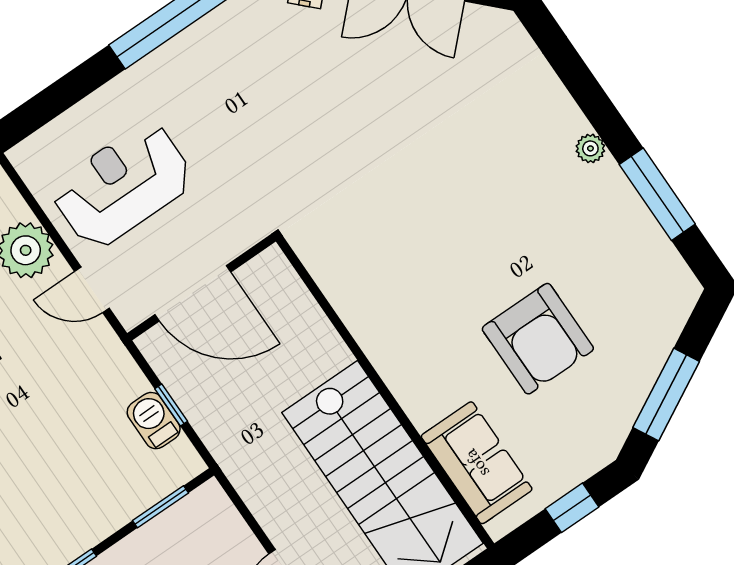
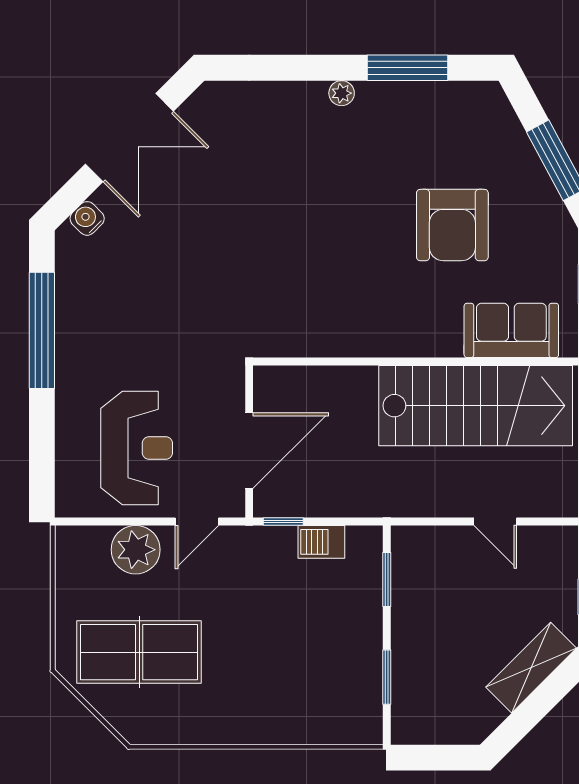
reception desk: (122, 185) -> (137, 448), turned 180
armchair: (538, 339) -> (452, 225), turned 90
window: (171, 405) -> (283, 521), moved

